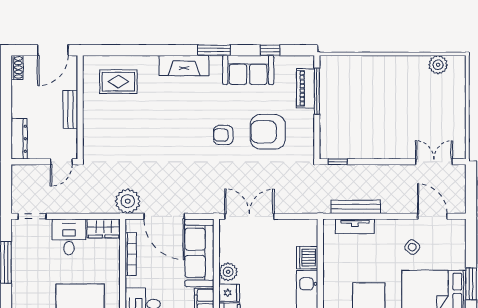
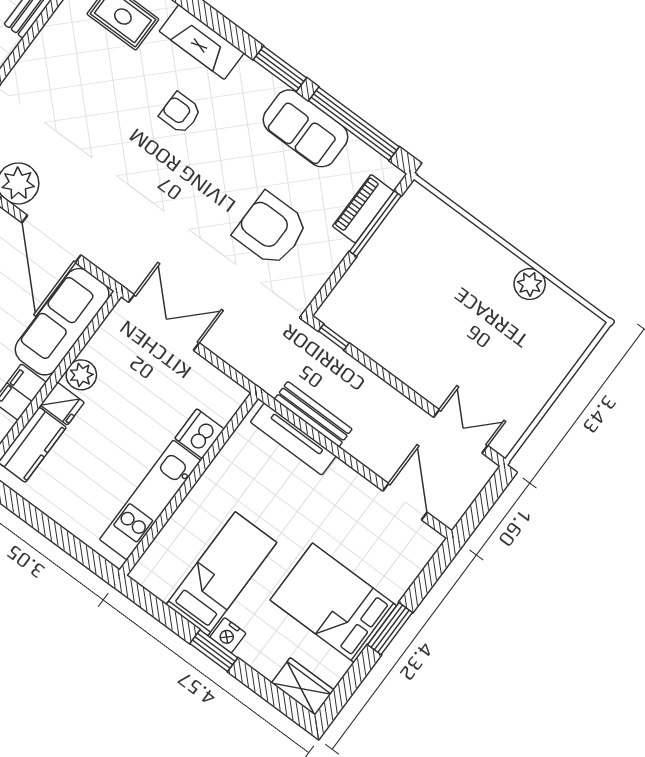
window: (270, 50) -> (354, 124), width x3.17
fireplace: (184, 65) -> (202, 42), moved
plant: (438, 65) -> (530, 284), moved
armchair: (223, 135) -> (180, 113), moved
tv unit: (355, 226) -> (293, 439), width x1.41
side table: (412, 247) -> (348, 523), removed

